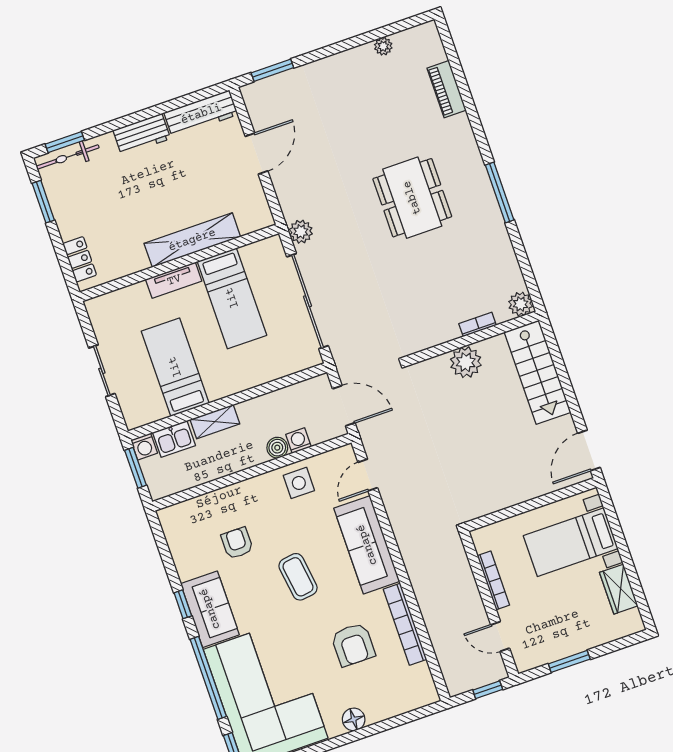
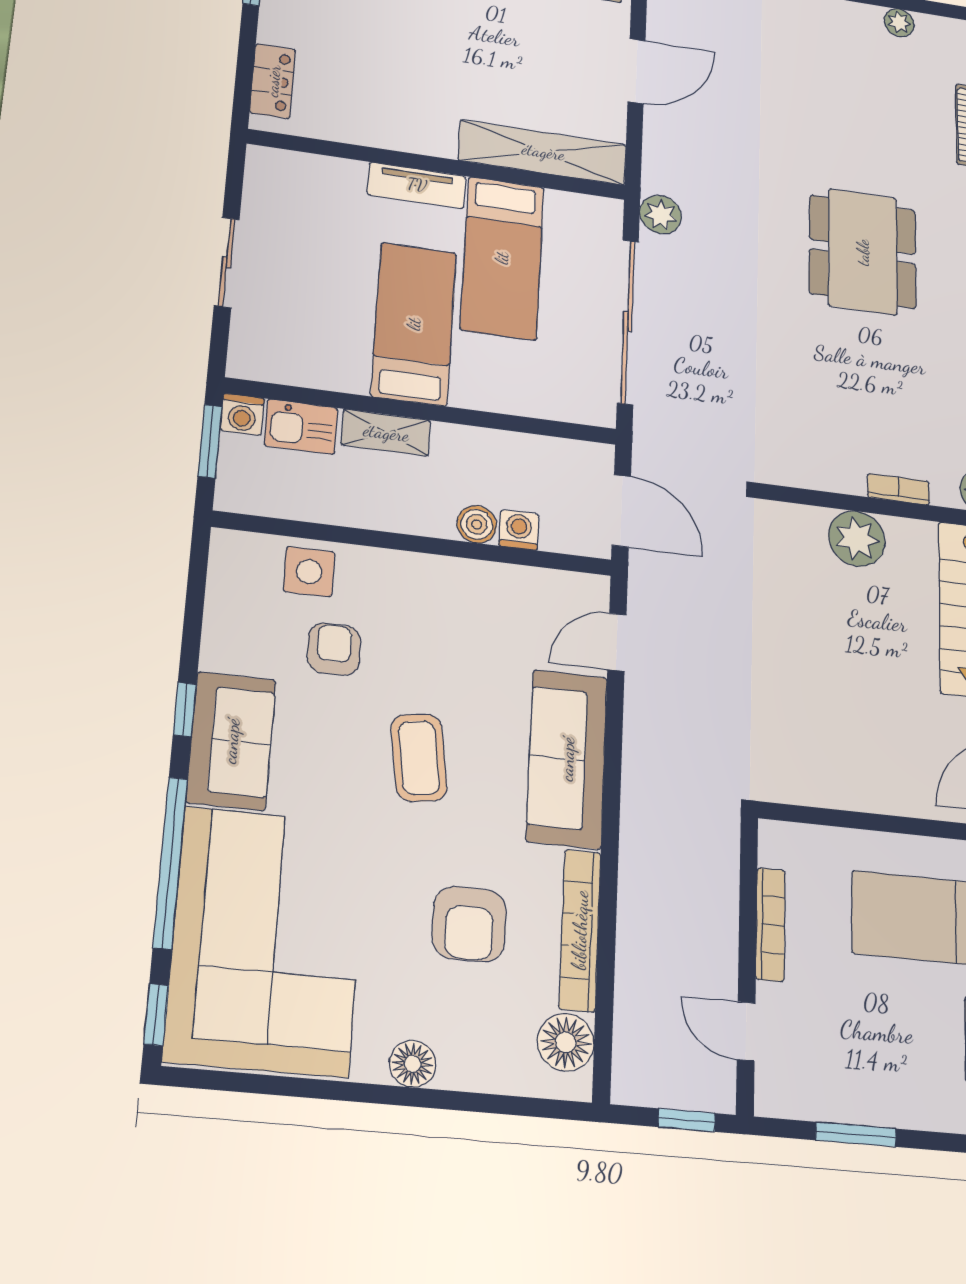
shelving: (192, 240) -> (543, 152), moved
bed: (175, 367) -> (414, 324), moved
side table: (299, 483) -> (309, 572), moved
floor lamp: (419, 679) -> (566, 1042), added

